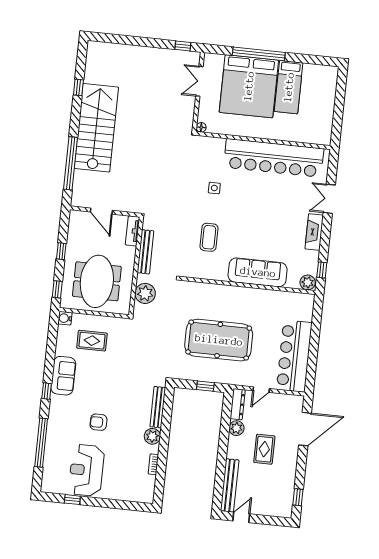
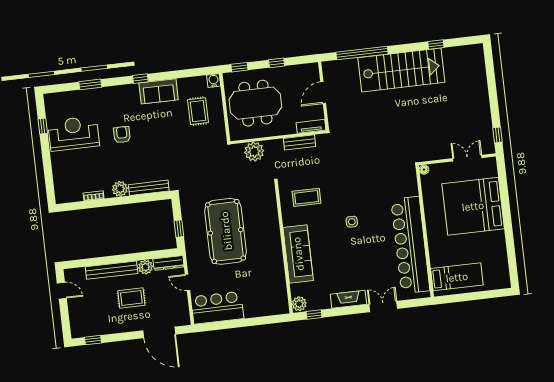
window: (259, 54) -> (506, 209), removed
bed: (289, 87) -> (457, 277), moved, turned 180
side table: (214, 188) -> (352, 222), moved
coffee table: (209, 237) -> (306, 197), moved
bench: (145, 252) -> (299, 142), width x0.73
bar counter: (294, 356) -> (217, 308), width x0.73
window: (41, 443) -> (90, 84), width x0.47
bench: (230, 485) -> (112, 270), moved

